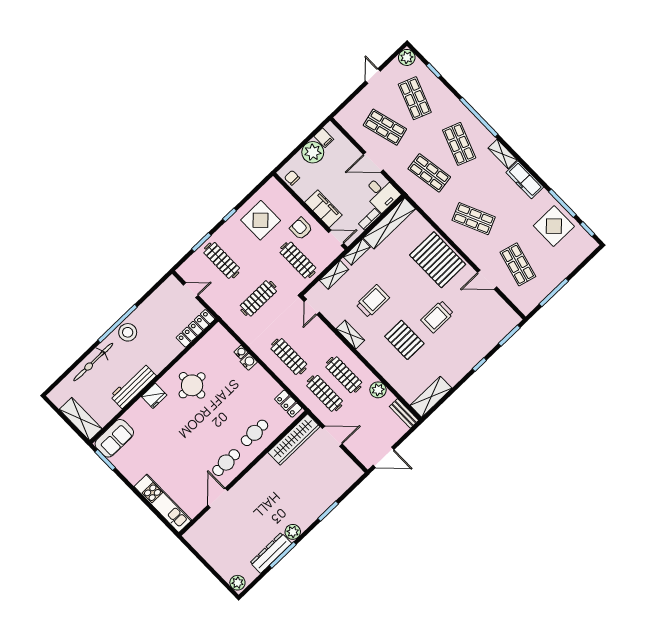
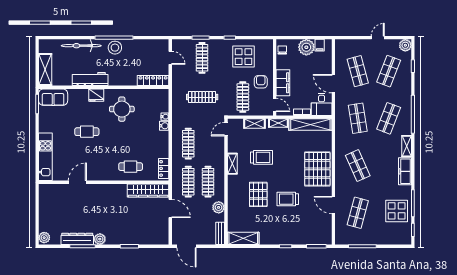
cafe table: (226, 463) -> (87, 132), moved

